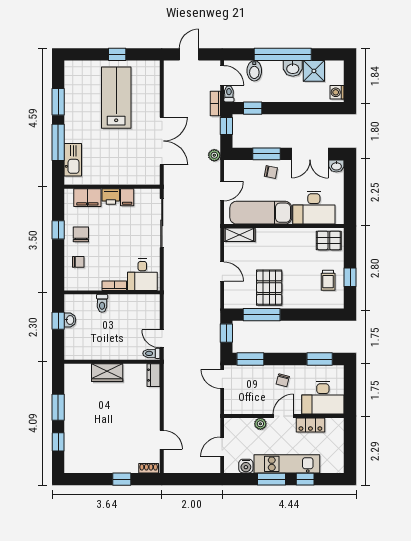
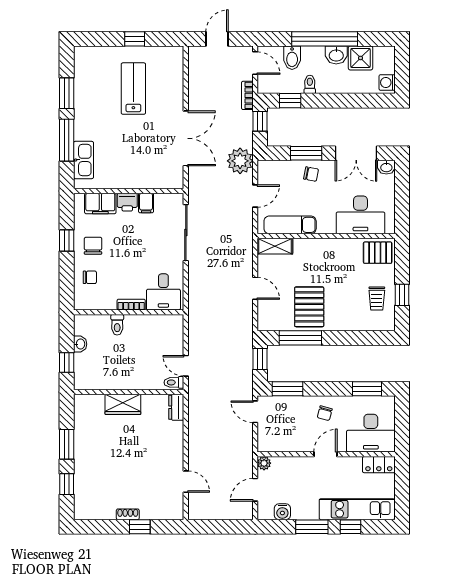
toilet: (229, 94) -> (310, 84), moved
lab bench: (116, 98) -> (133, 89), width x0.73, depth x0.72
plant: (214, 155) -> (240, 161), width x1.87, depth x1.87
exam couch: (261, 213) -> (290, 225), width x0.73, depth x0.69
window: (58, 321) -> (67, 362), moved
plant: (260, 424) -> (264, 463), moved
locker: (310, 425) -> (379, 465), moved
kitchen unit: (287, 464) -> (357, 509), moved
shoe rack: (149, 468) -> (128, 514), moved

